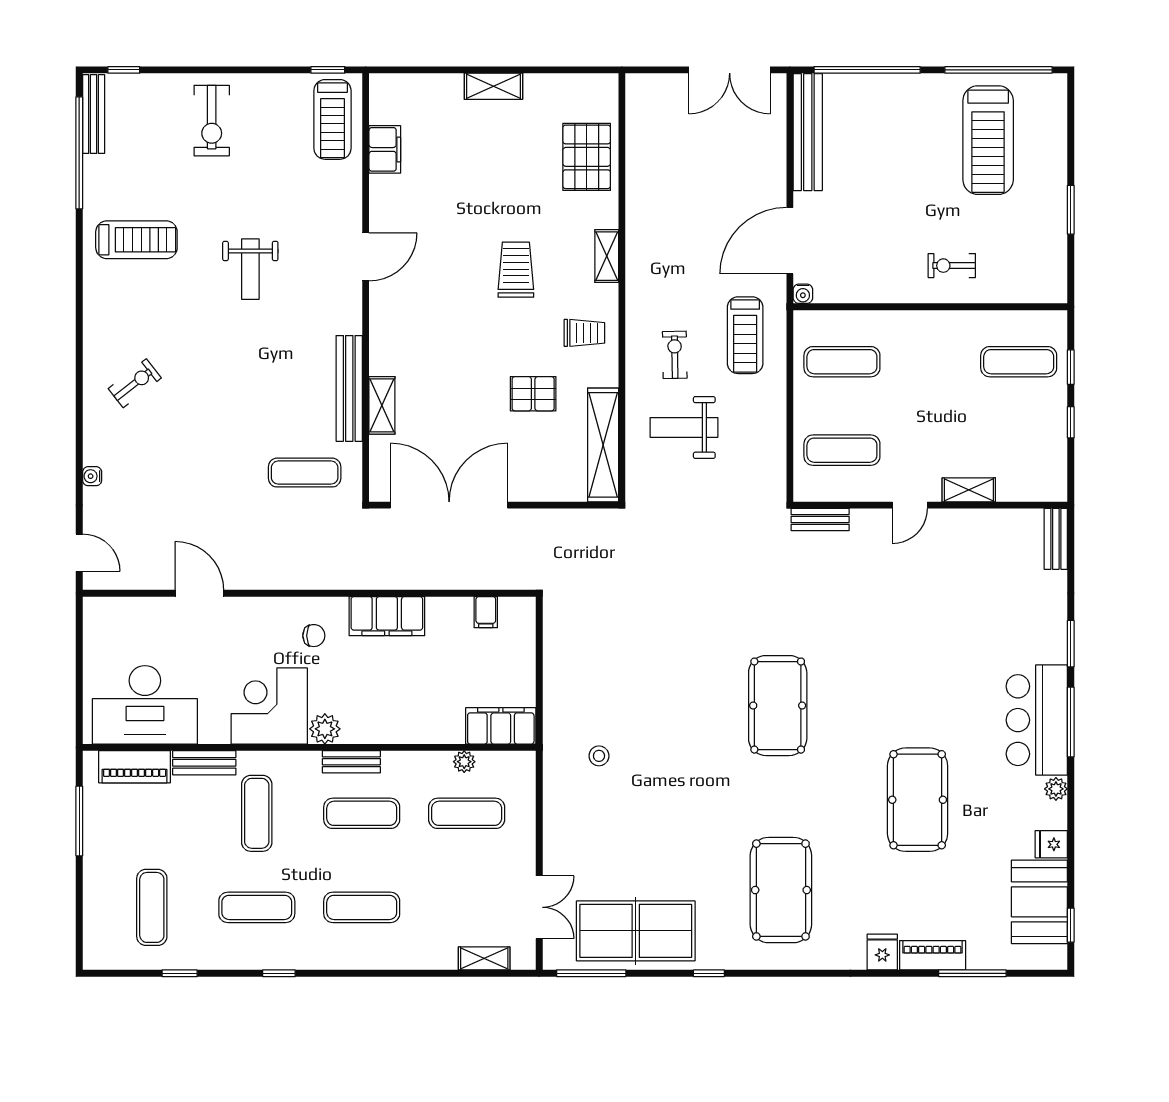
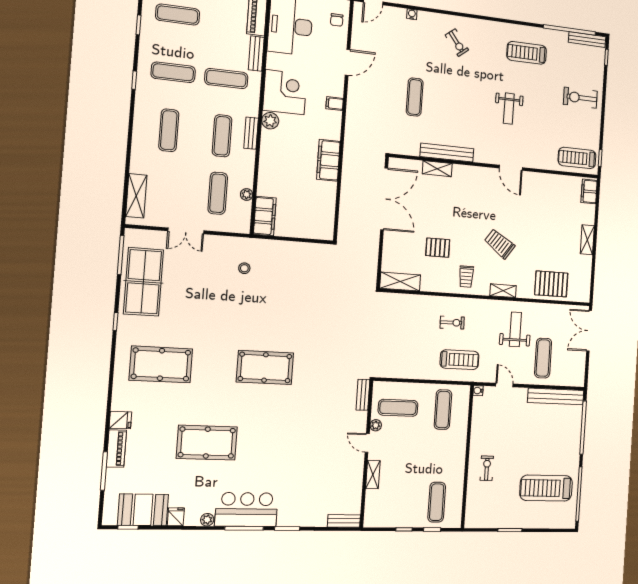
double door: (730, 70) -> (589, 331), moved
filing cabinet: (385, 149) -> (589, 191), moved, turned 90
exercise mat: (733, 164) -> (543, 358), added
treadmill: (136, 240) -> (527, 53), turned 90
door: (790, 241) -> (504, 385), width x0.53
weight bench: (250, 269) -> (509, 109), turned -90
trolley: (516, 270) -> (500, 244), turned -145
treadmill: (745, 335) -> (460, 360), turned 180
pallet: (533, 394) -> (438, 248), turned 90
weight bench: (684, 427) -> (515, 329), moved
shelving: (603, 445) -> (400, 282), width x0.68
exercise mat: (842, 450) -> (398, 408), turned 90
exercise mat: (305, 473) -> (415, 97), moved
plant: (876, 491) -> (376, 425), added
filing cabinet: (486, 612) -> (335, 104), moved
chair: (314, 636) -> (337, 20), moved
exercise mat: (257, 907) -> (173, 72), turned 90
double door: (539, 907) -> (186, 231), moved
shelving: (484, 958) -> (136, 196), width x1.50, depth x1.33

